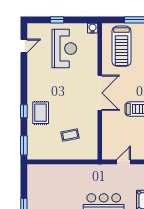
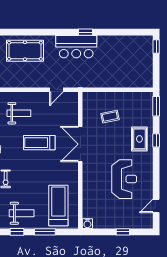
reception desk: (64, 49) -> (124, 179), moved, turned 180
double door: (100, 93) -> (80, 144), moved

